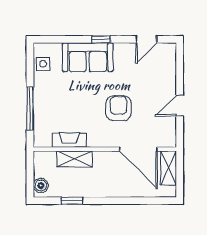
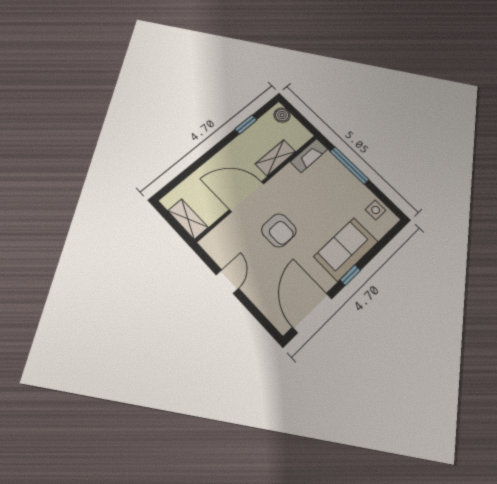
door: (146, 39) -> (312, 313), width x1.88
fireplace: (69, 140) -> (309, 155), moved
door: (138, 149) -> (247, 197), moved

